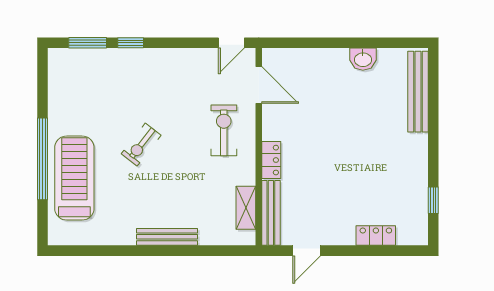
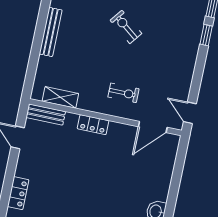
exercise bike: (224, 130) -> (124, 93), width x0.73, depth x0.72
bench: (271, 213) -> (46, 114), width x0.73

